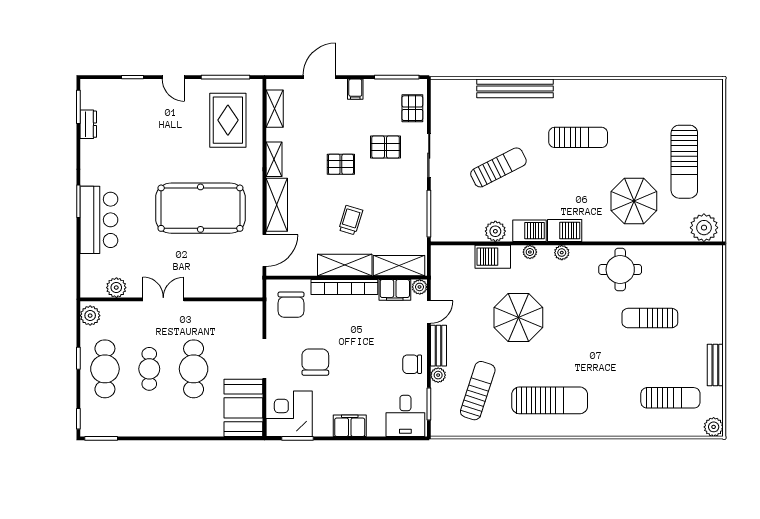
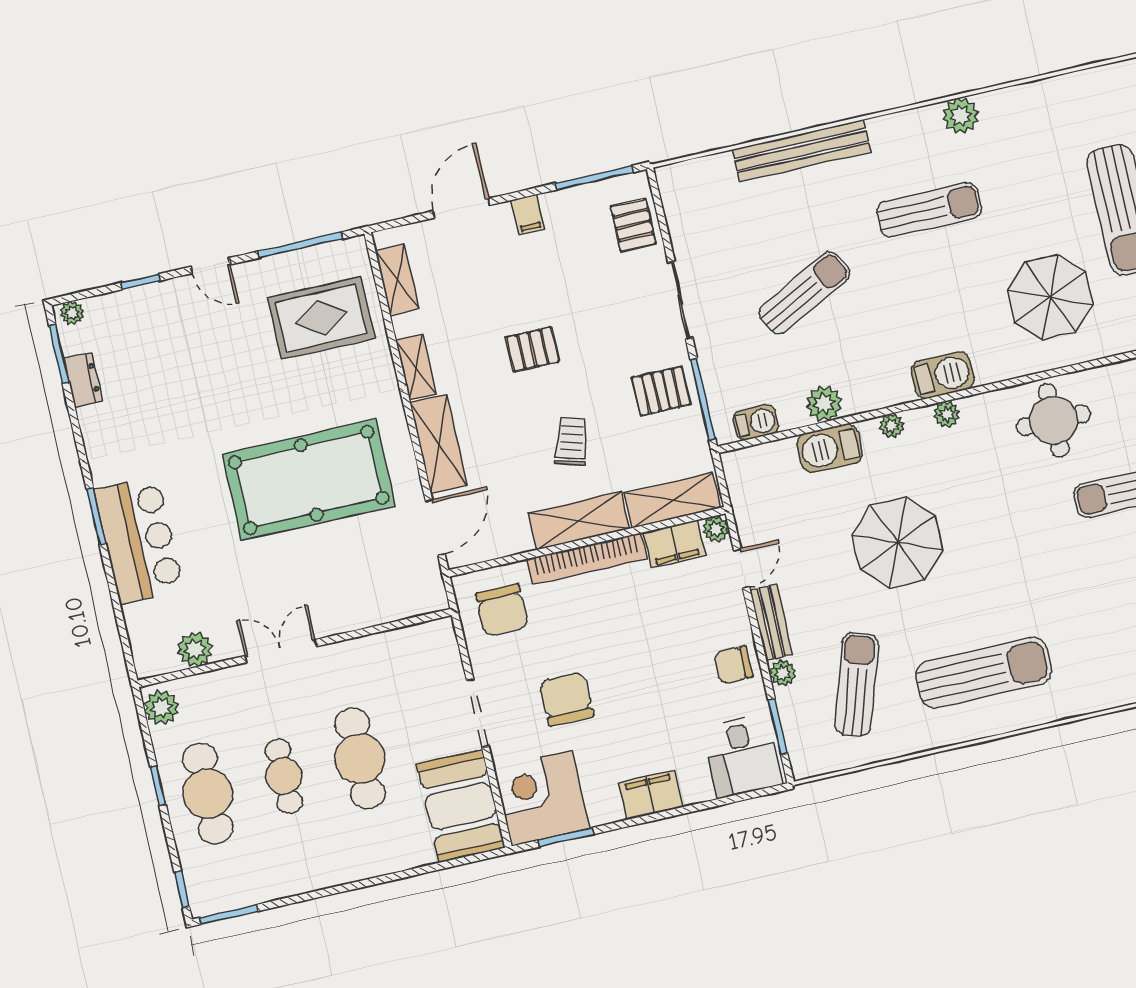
plant: (91, 86) -> (72, 313), added
plant: (607, 89) -> (961, 116), added
rug: (228, 120) -> (321, 318), turned 90
pallet: (386, 147) -> (661, 391), moved
barbecue: (530, 231) -> (756, 422), moved, width x0.73, depth x0.79

